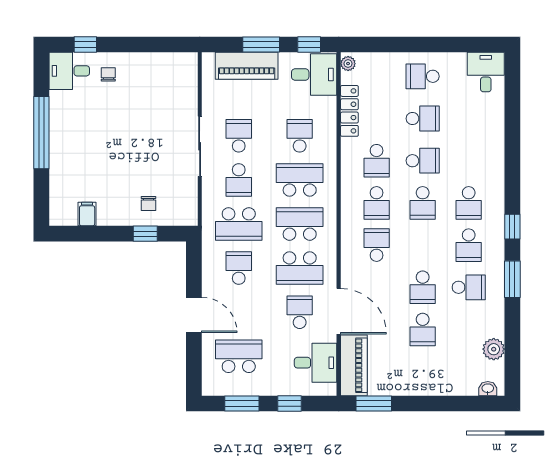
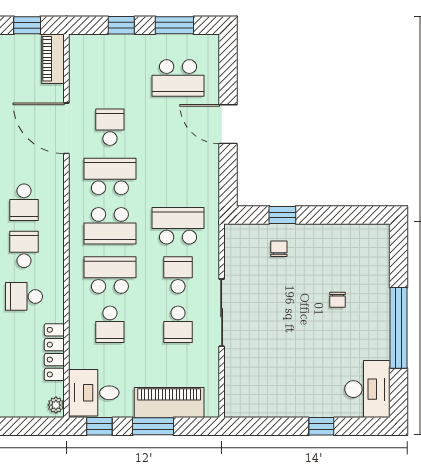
window: (85, 45) -> (321, 426), moved
desk: (69, 71) -> (367, 389), width x1.37
chair: (108, 74) -> (338, 300), moved
school desk: (377, 161) -> (24, 296), turned -90
school desk: (300, 180) -> (110, 275), turned 180
filing cabinet: (87, 214) -> (347, 237), removed
school desk: (239, 268) -> (178, 176), removed
school desk: (300, 312) -> (110, 127), turned 180
desk: (316, 363) -> (92, 71), removed
piano: (354, 365) -> (53, 59), width x0.73, depth x0.75
window: (374, 403) -> (27, 25), width x0.67

